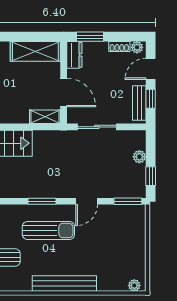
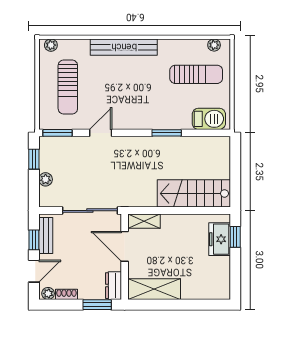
sliding door: (97, 127) -> (90, 211), width x1.37
window: (42, 201) -> (167, 133), moved
sun lounger: (48, 230) -> (68, 87), moved, turned -90

